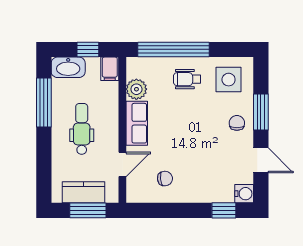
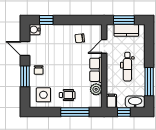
window: (174, 49) -> (75, 112), width x0.68

